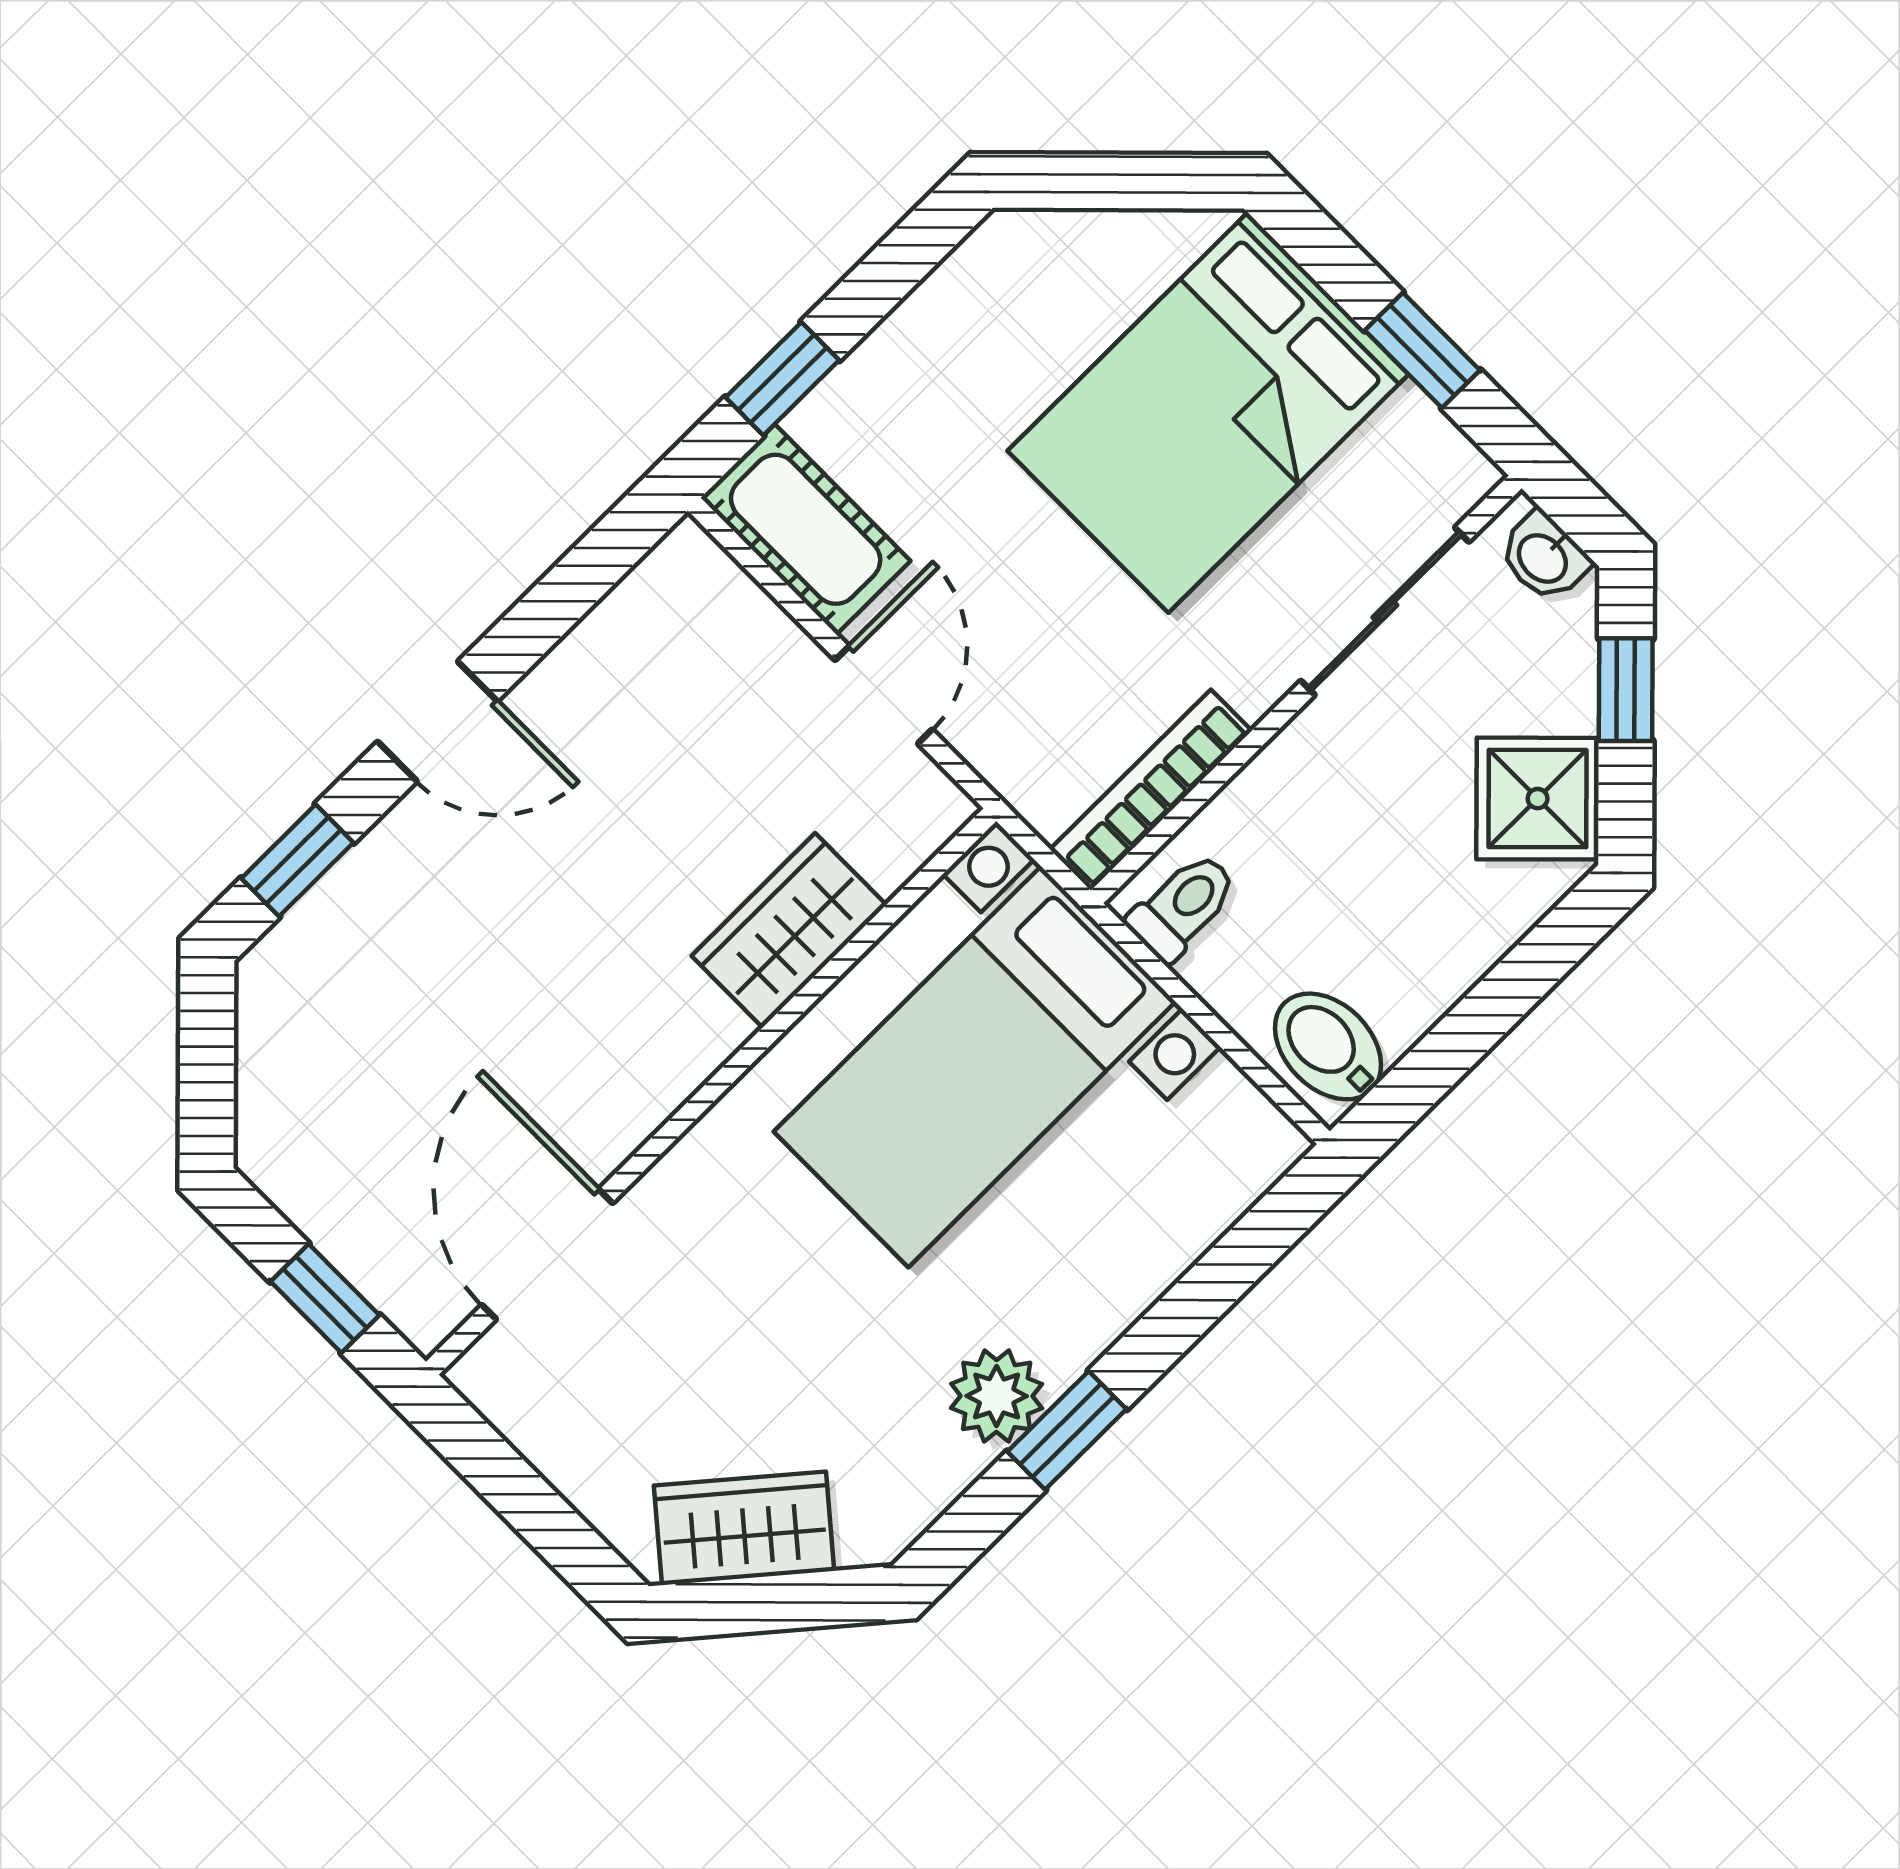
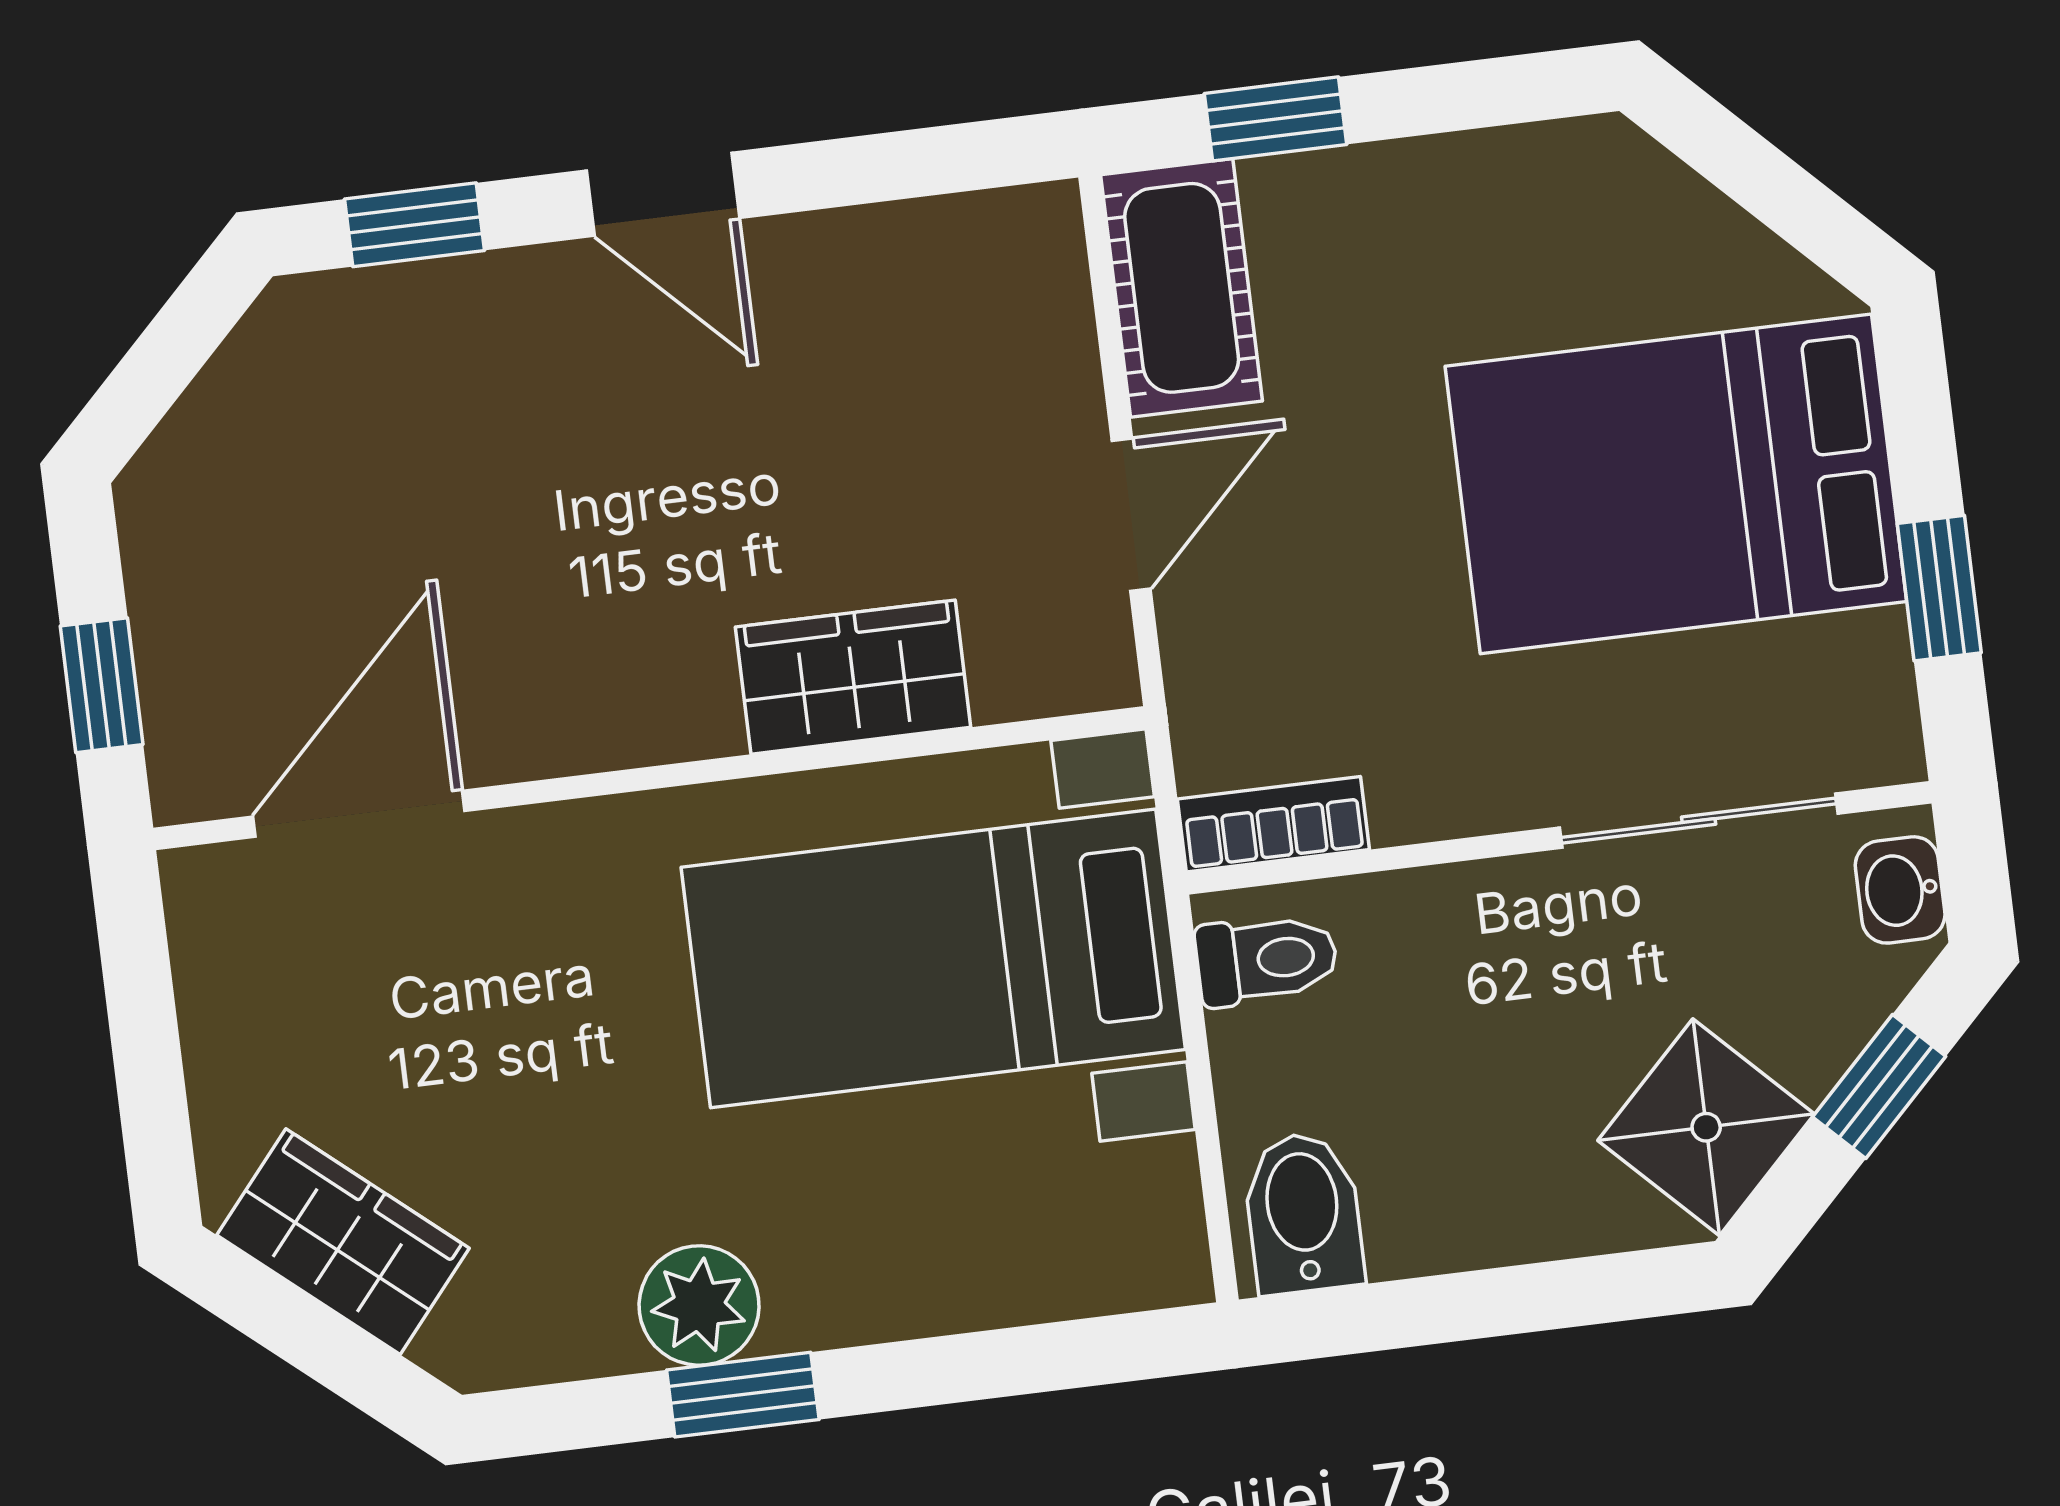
bookcase: (1151, 790) -> (1273, 824), width x0.64

